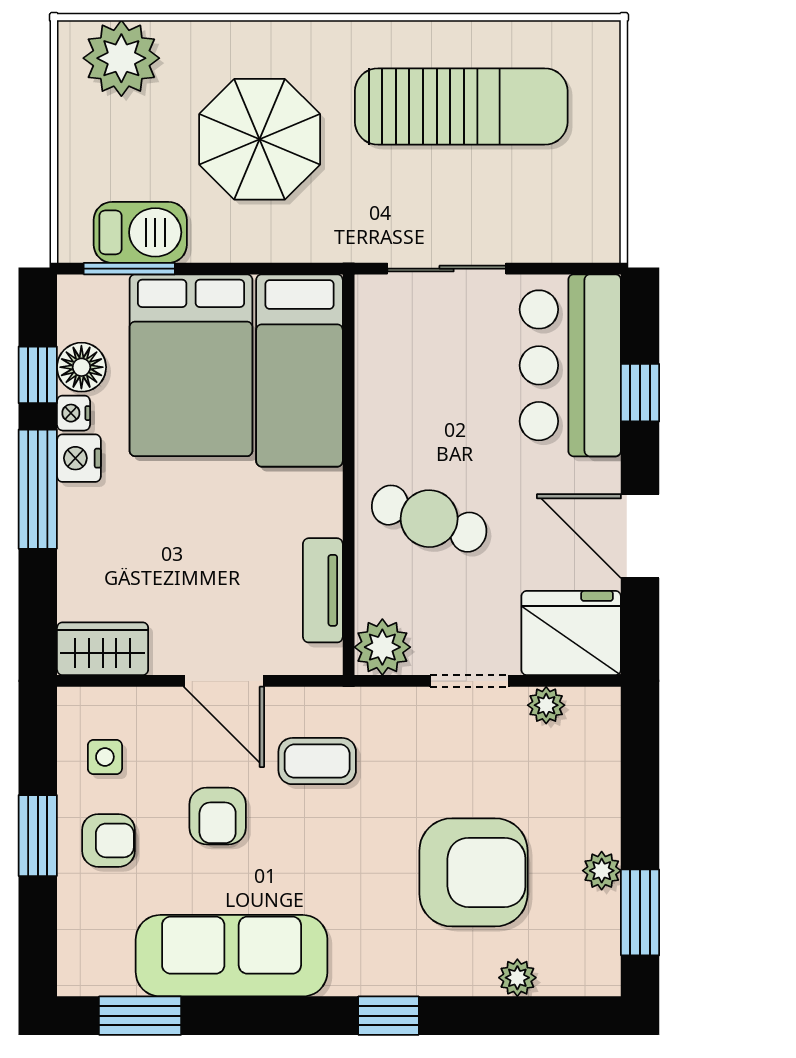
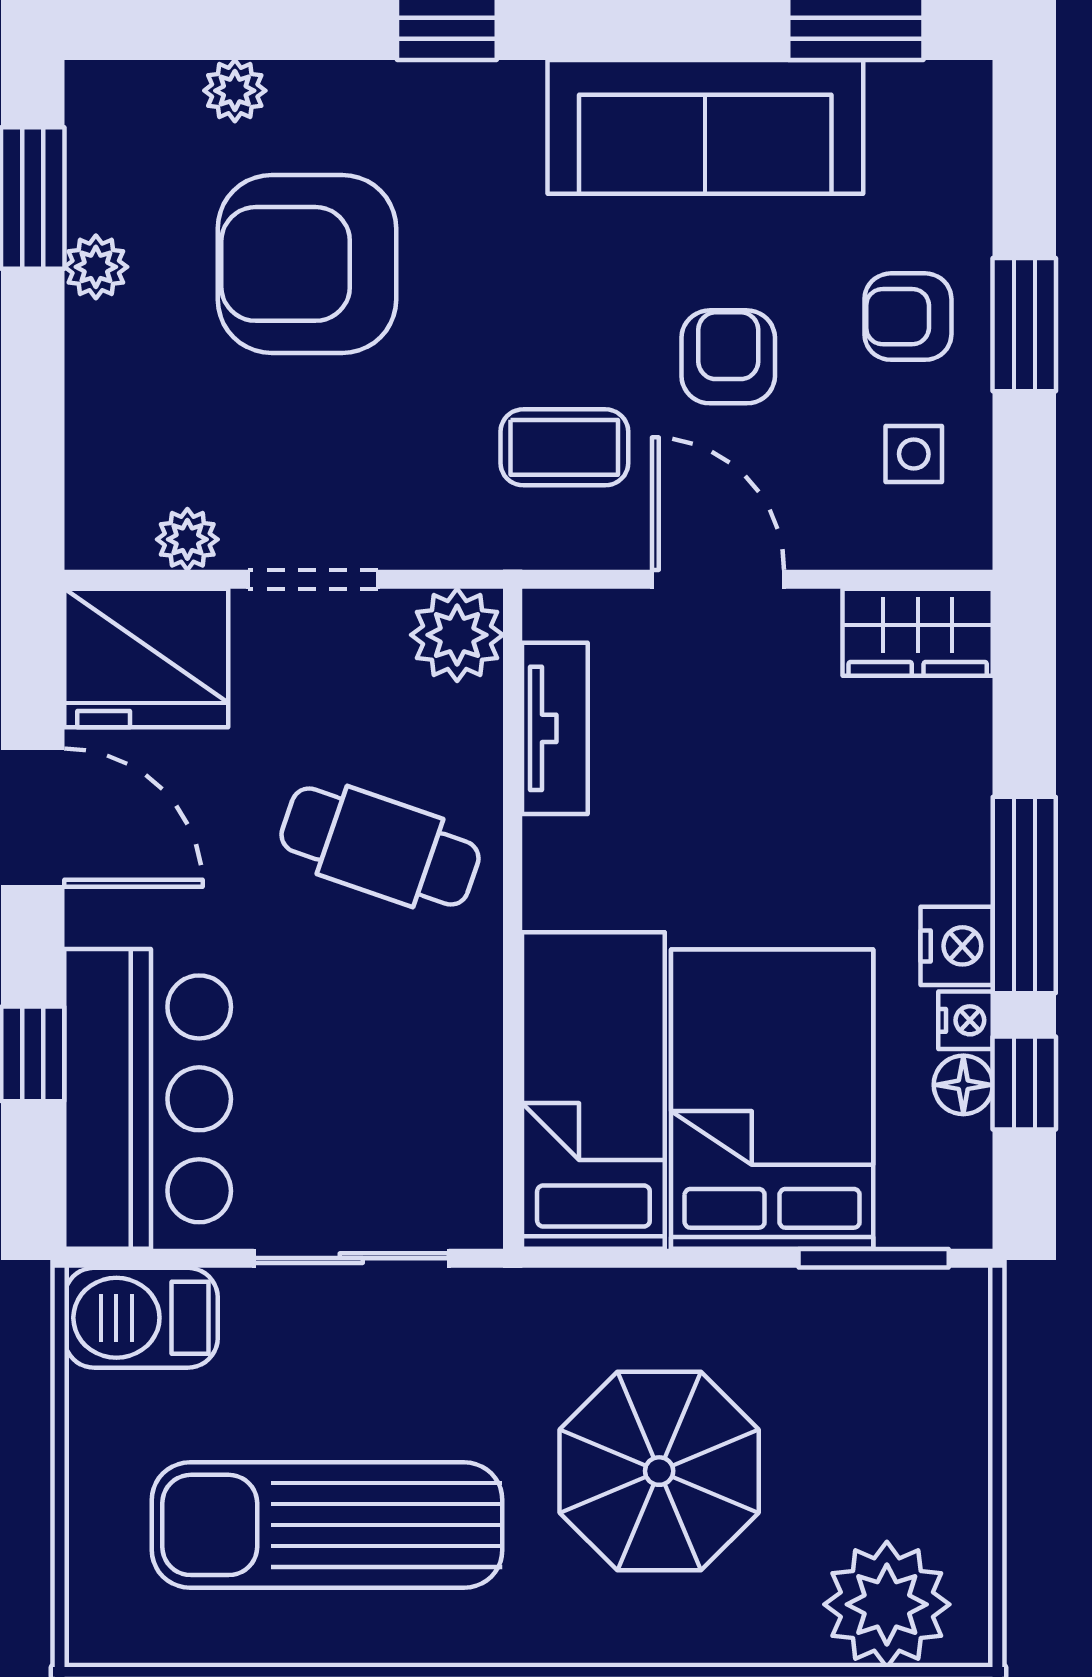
barbecue: (140, 232) -> (141, 1318), moved
floor lamp: (81, 367) -> (963, 1085), width x0.73, depth x0.73

